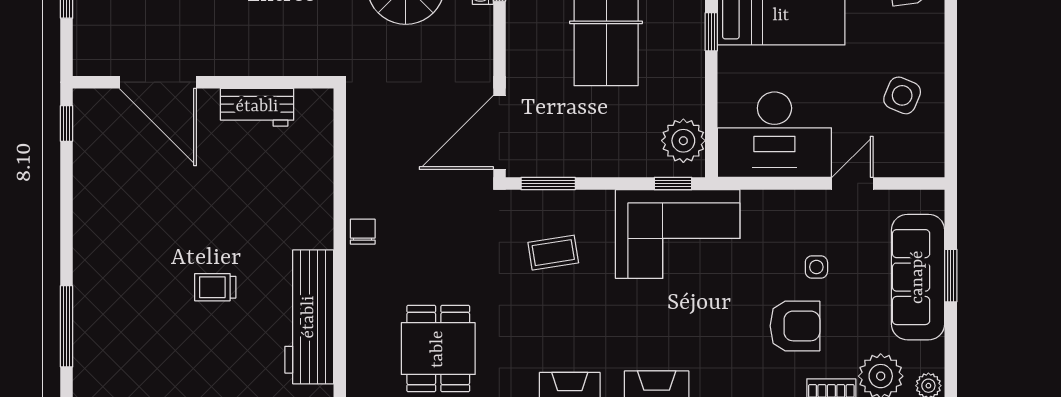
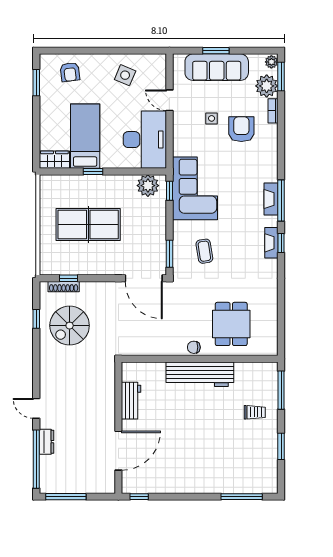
trolley: (215, 287) -> (255, 412), moved, turned -90
workbench: (309, 317) -> (200, 374), moved
dining table: (438, 349) -> (231, 324), moved, turned 90

